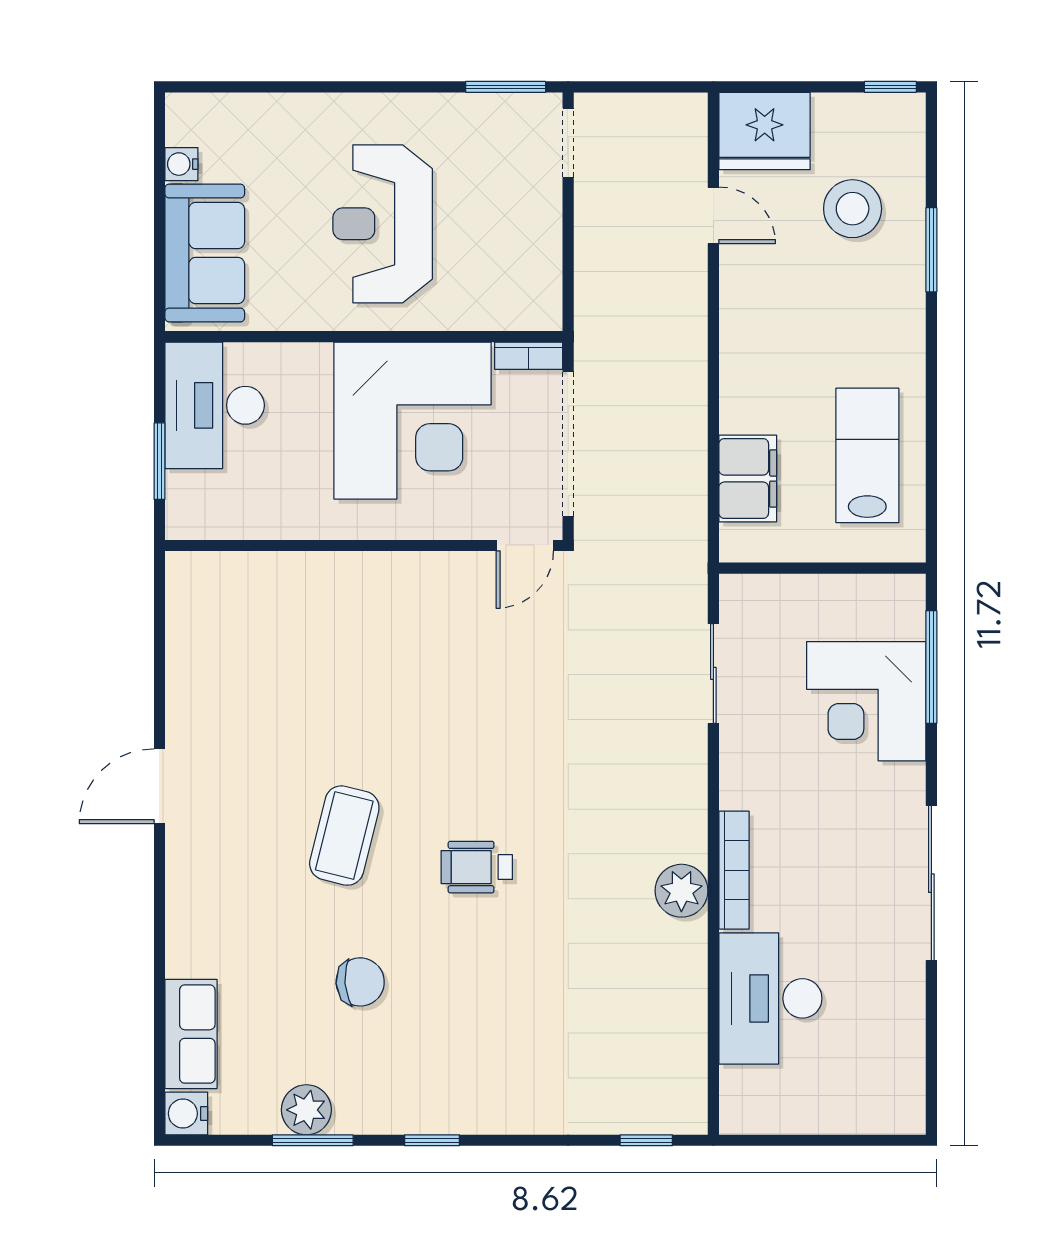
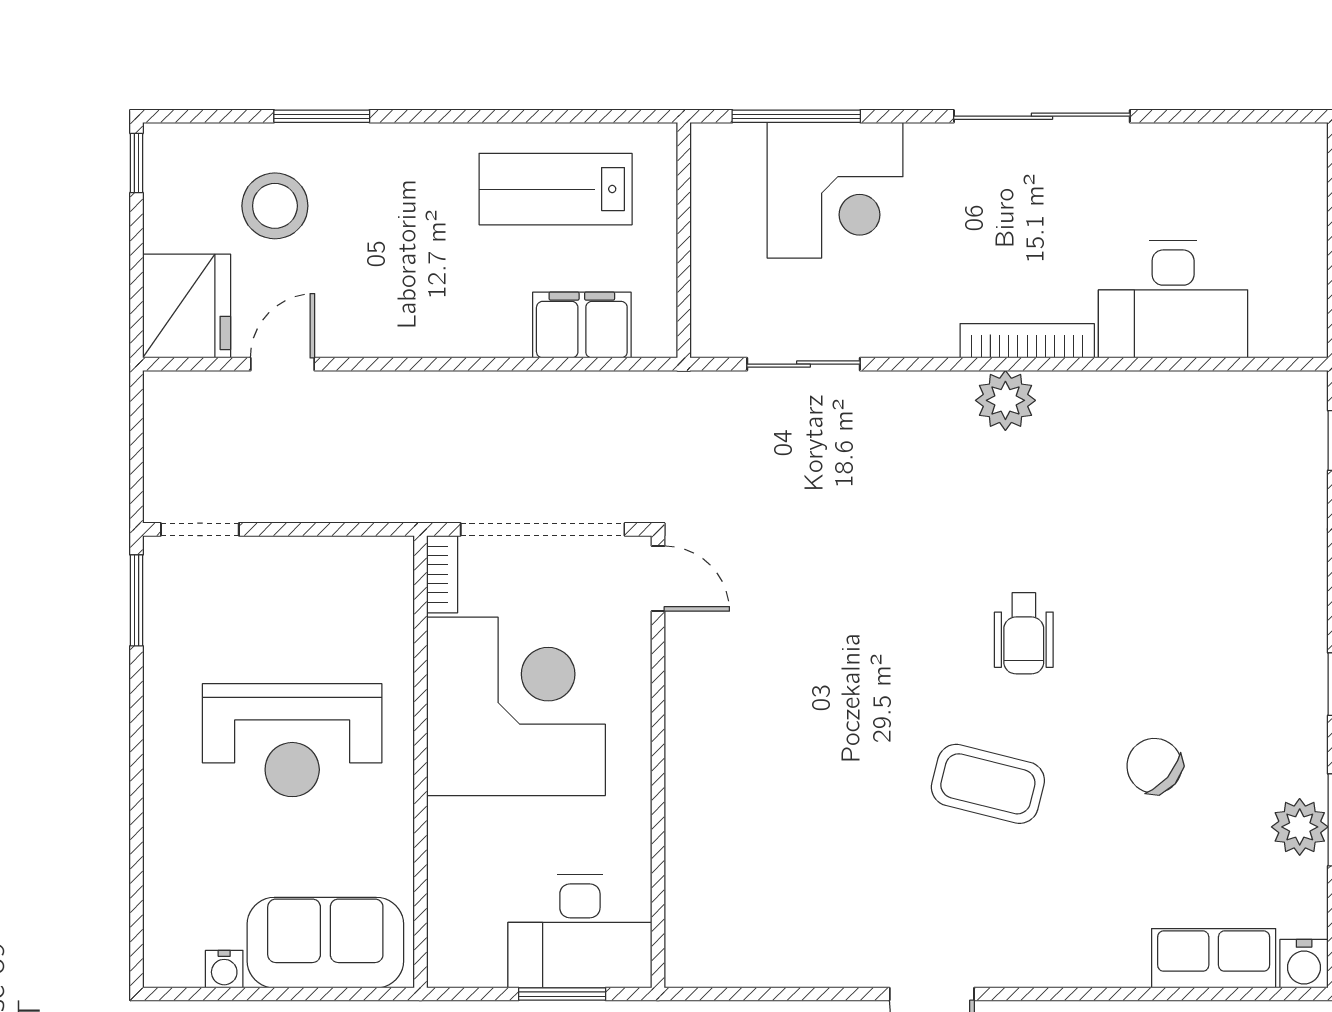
desk: (215, 405) -> (580, 931), moved
plant: (681, 891) -> (1005, 400), moved
chair: (360, 982) -> (1154, 766), turned -45

